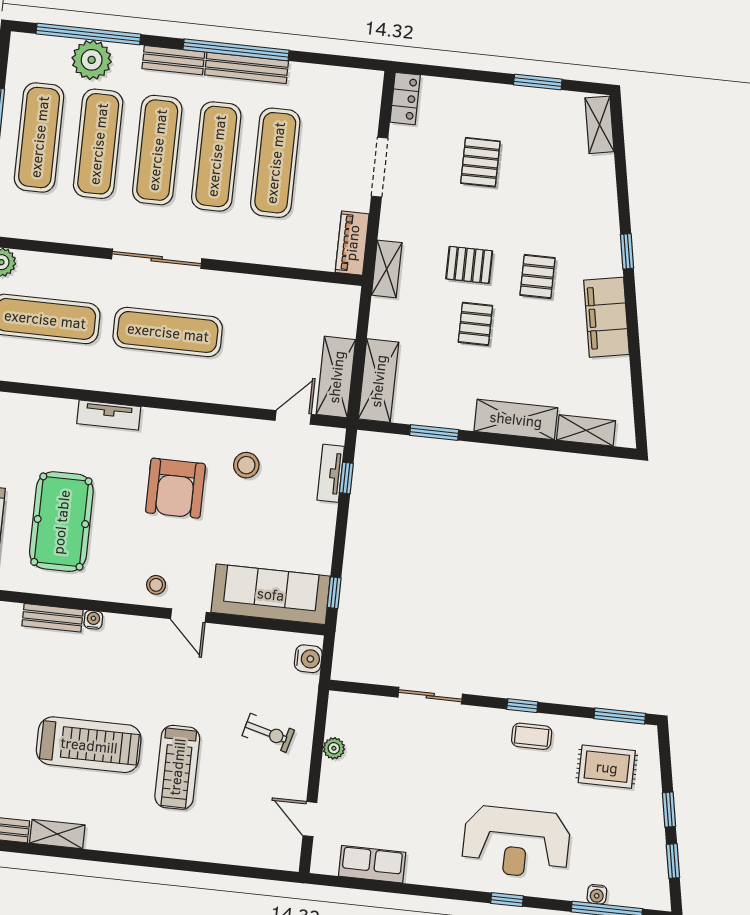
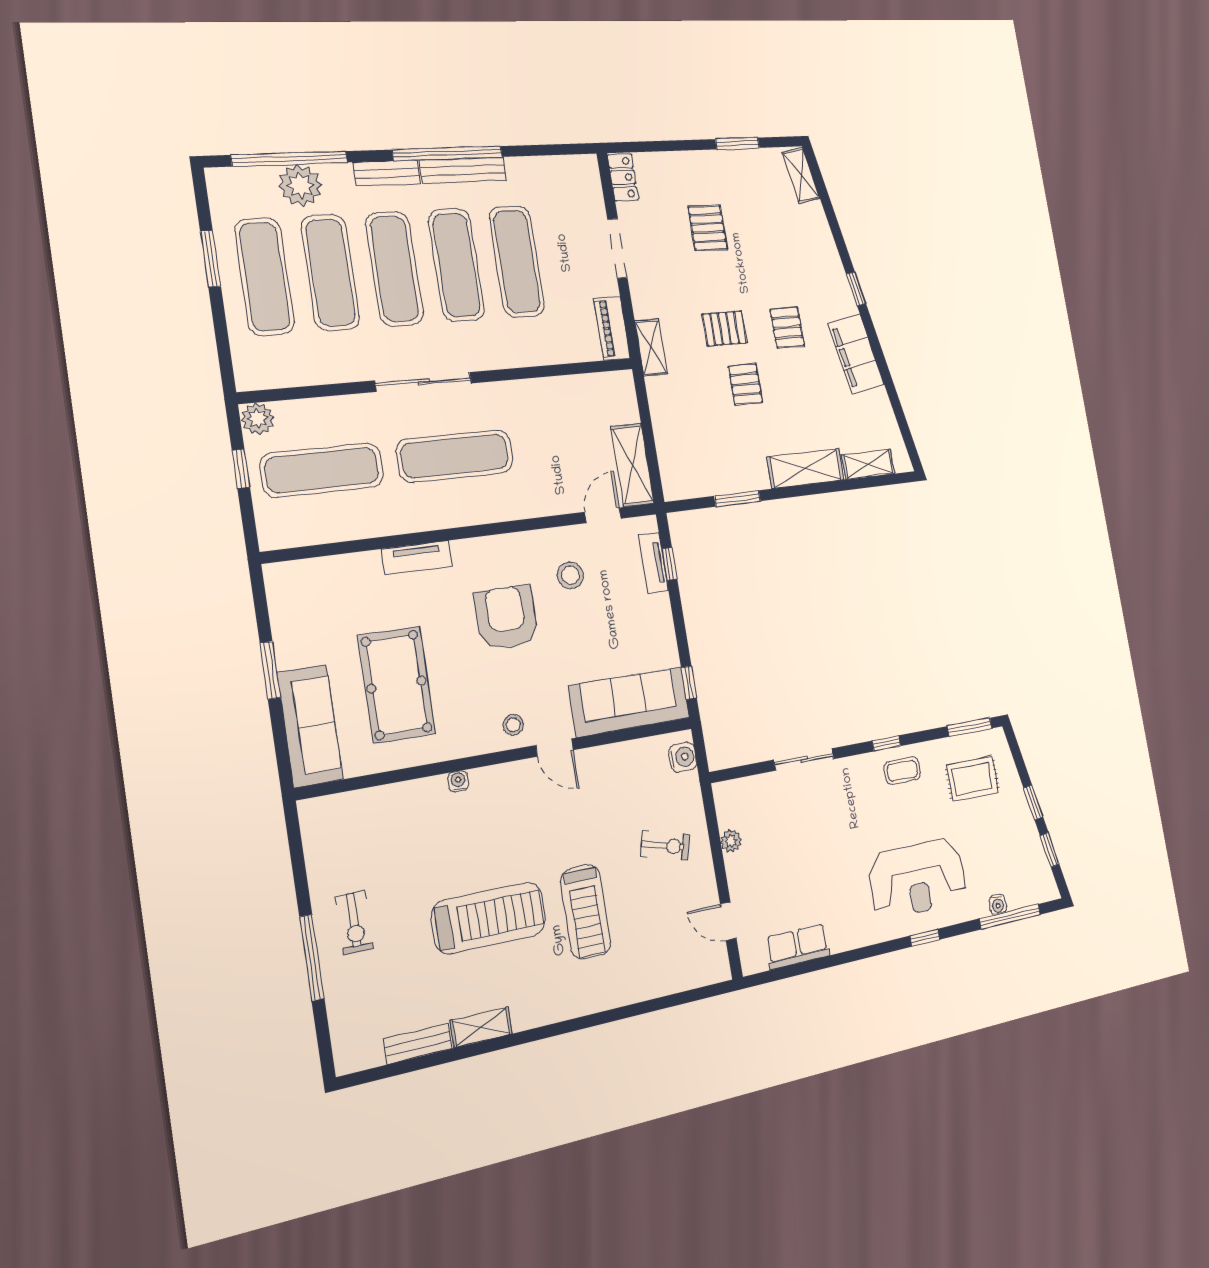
shelving: (378, 381) -> (673, 459), removed
armchair: (175, 488) -> (506, 617), turned 180
bench: (52, 618) -> (414, 792), removed

